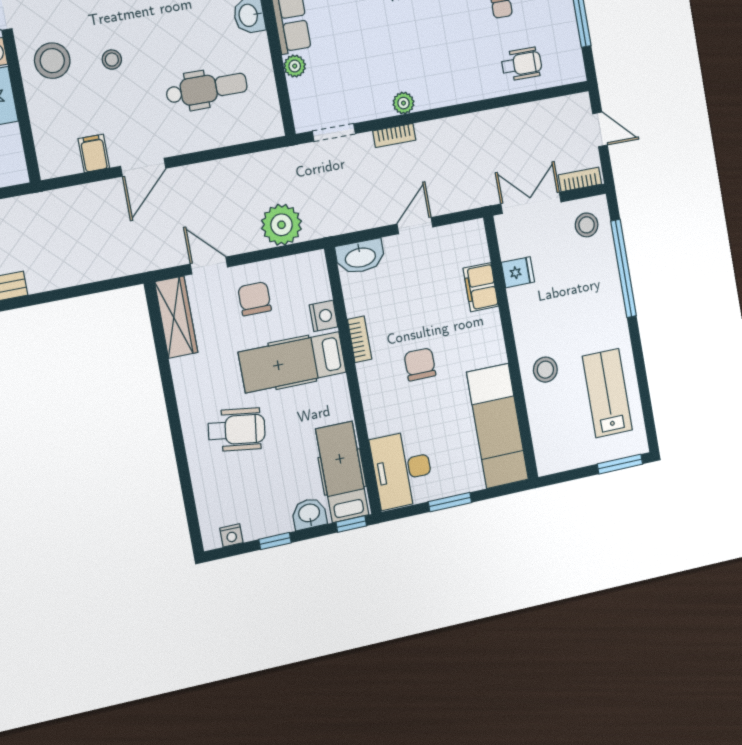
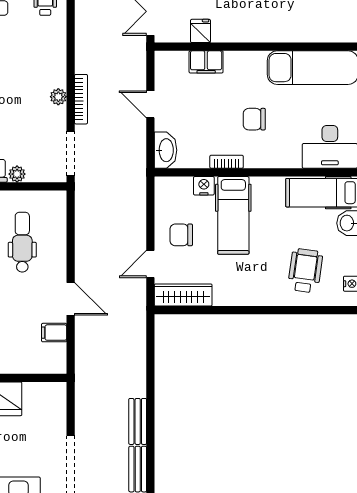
doorway: (334, 132) -> (71, 153), width x1.38
bookcase: (394, 135) -> (81, 99), width x1.56
plant: (282, 225) -> (131, 205), removed
stool: (545, 370) -> (278, 22), removed
wheelchair: (237, 430) -> (305, 271), moved

